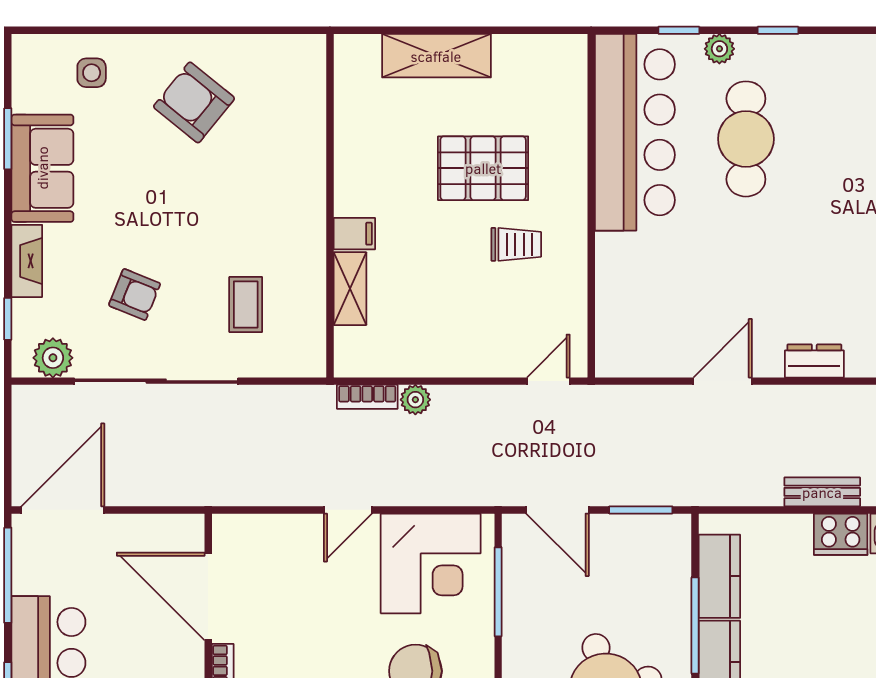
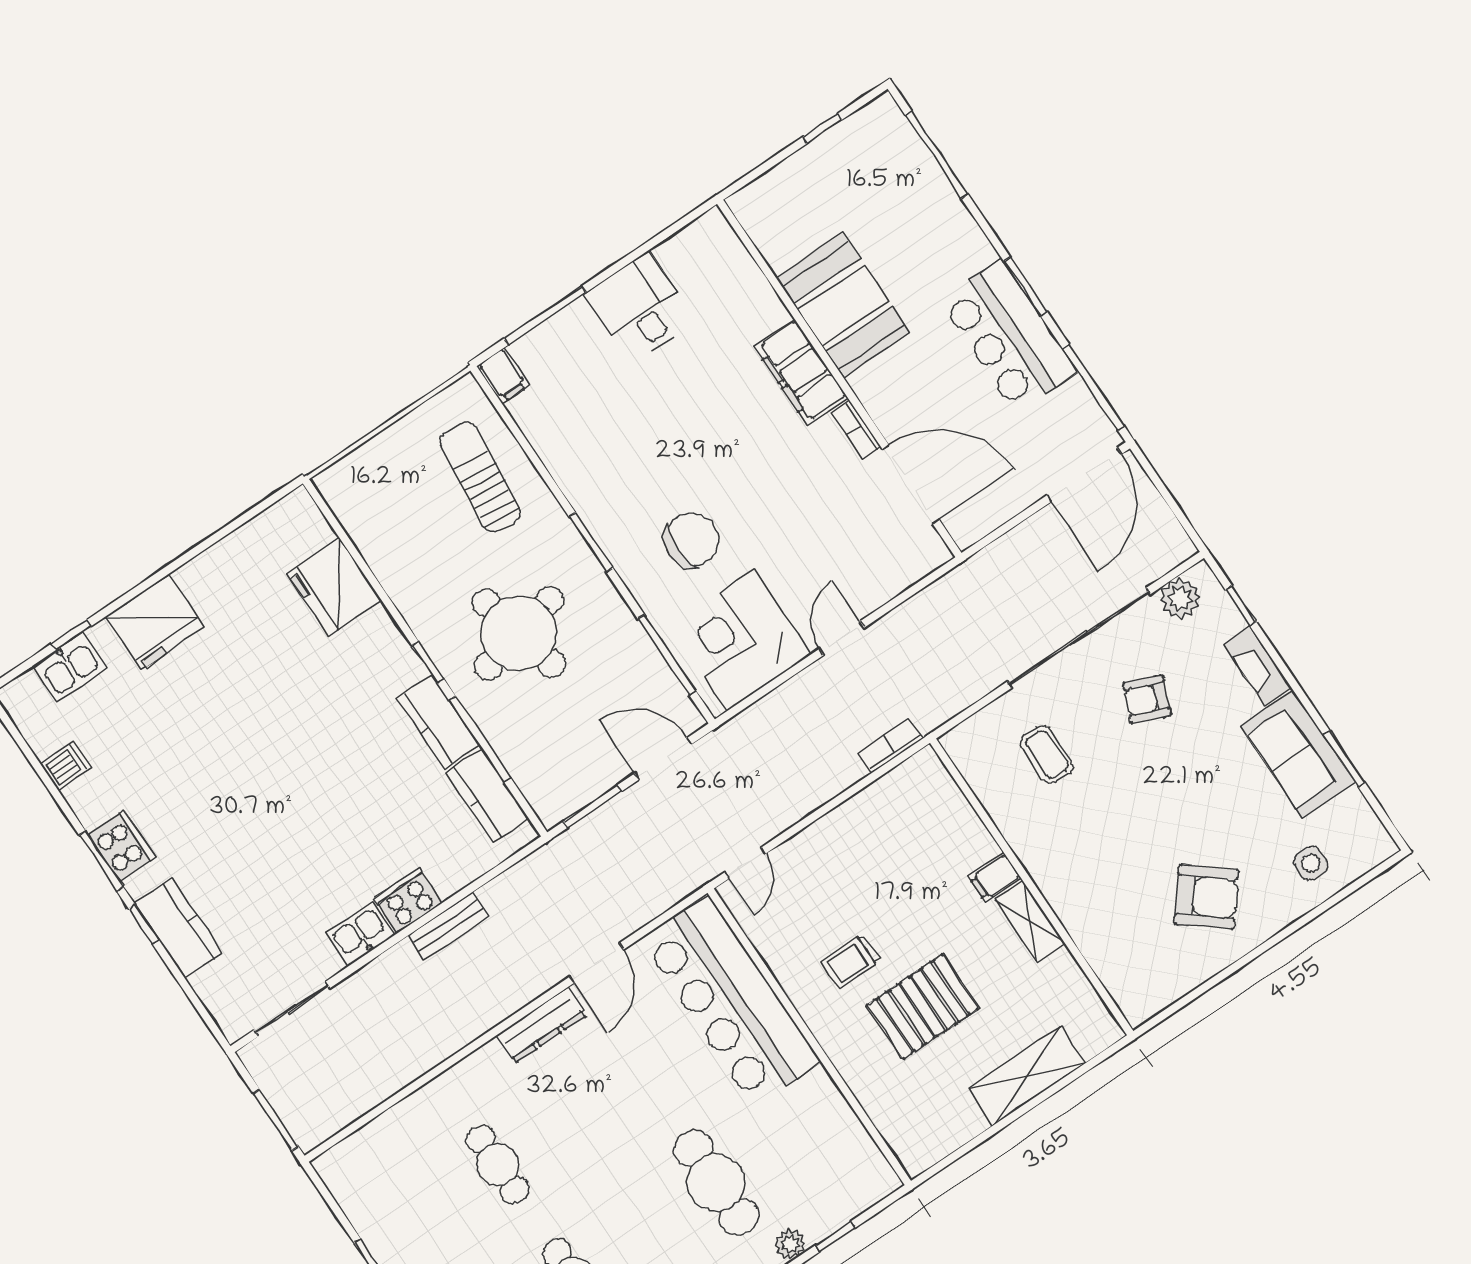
bar counter: (635, 132) -> (731, 1001), moved
shelving: (350, 289) -> (1030, 921), moved
dresser: (814, 361) -> (541, 1025), width x1.44
plant: (415, 400) -> (848, 771), removed

